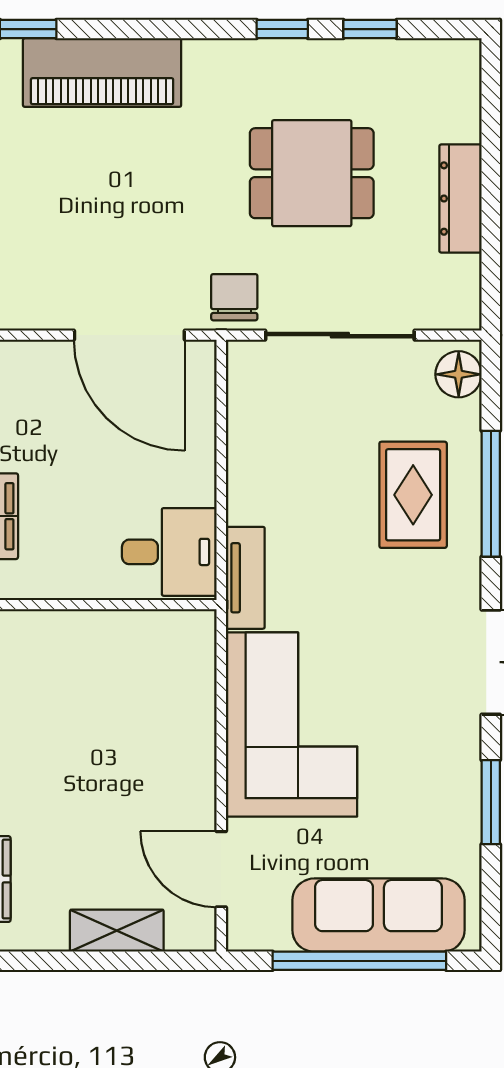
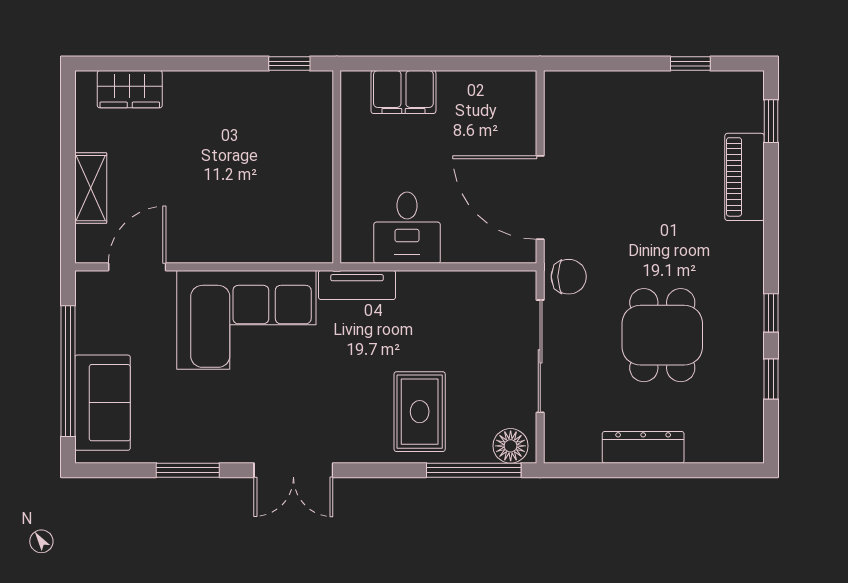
piano: (102, 73) -> (745, 177), width x0.73, depth x0.75
door: (129, 335) -> (540, 198), hinge flipped
window: (491, 494) -> (474, 470), moved
rug: (413, 495) -> (420, 412), turned 90
desk: (169, 552) -> (407, 228), moved
sofa: (378, 915) -> (103, 403), width x0.73

